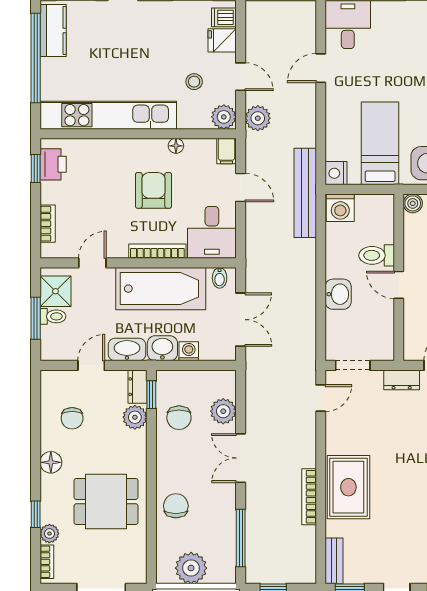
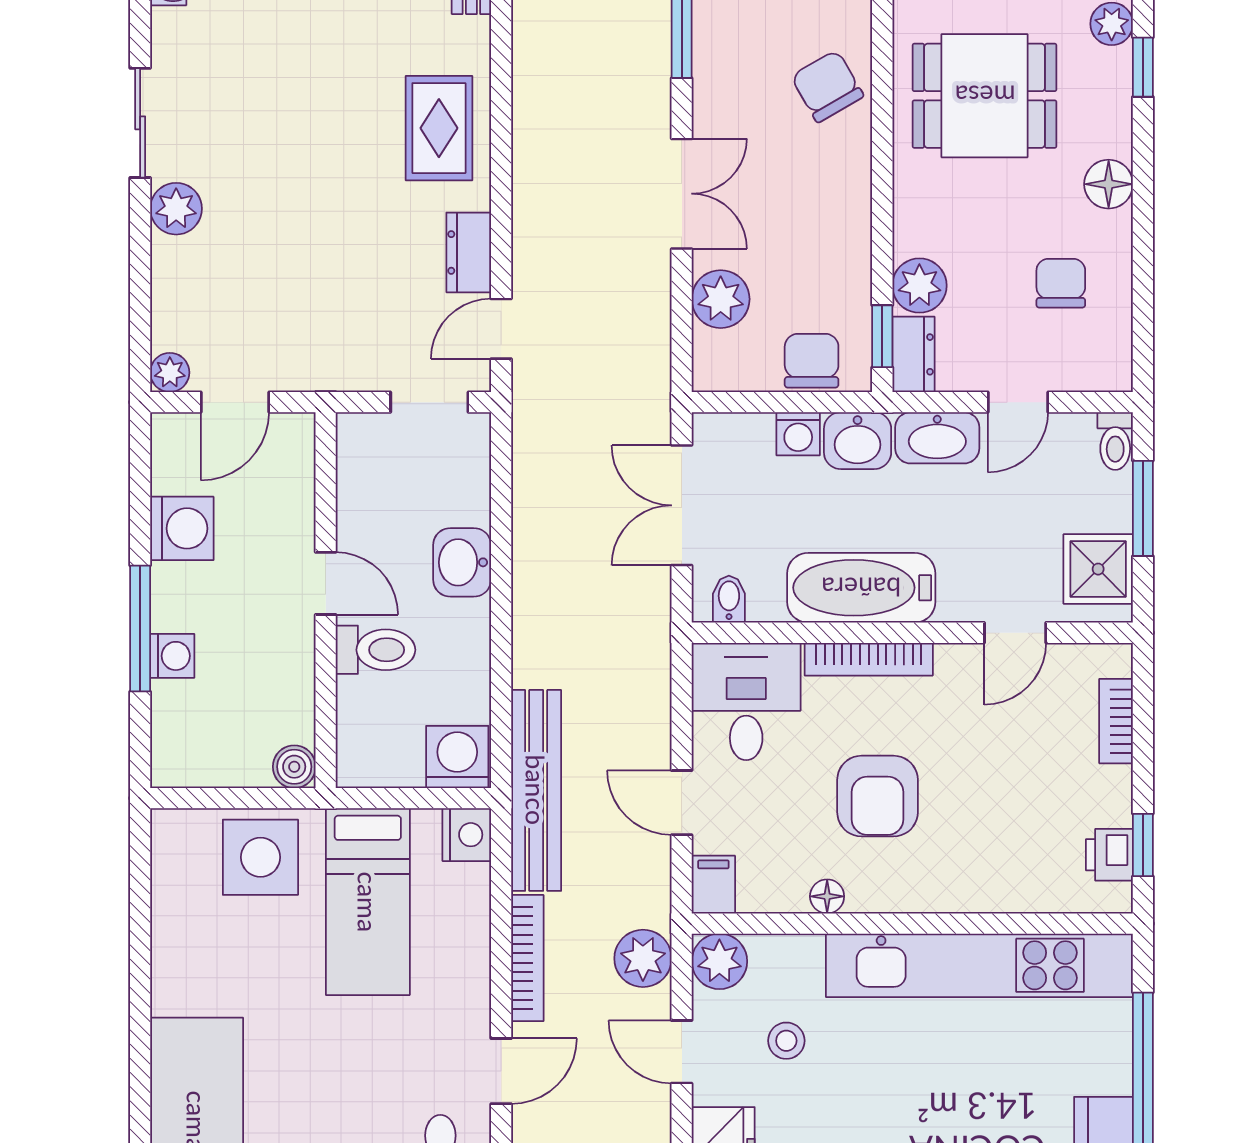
printer: (53, 164) -> (1109, 855), width x0.73, depth x0.81
bathtub: (161, 289) -> (861, 588), width x0.73, depth x0.73
toilet: (53, 316) -> (1115, 441), moved, turned -90
dresser: (402, 380) -> (469, 252), moved, turned -90
chair: (179, 418) -> (812, 361), moved
rug: (348, 487) -> (439, 128), width x0.73, depth x0.70
bookcase: (309, 497) -> (527, 958), moved
chair: (176, 506) -> (827, 86), turned 150

